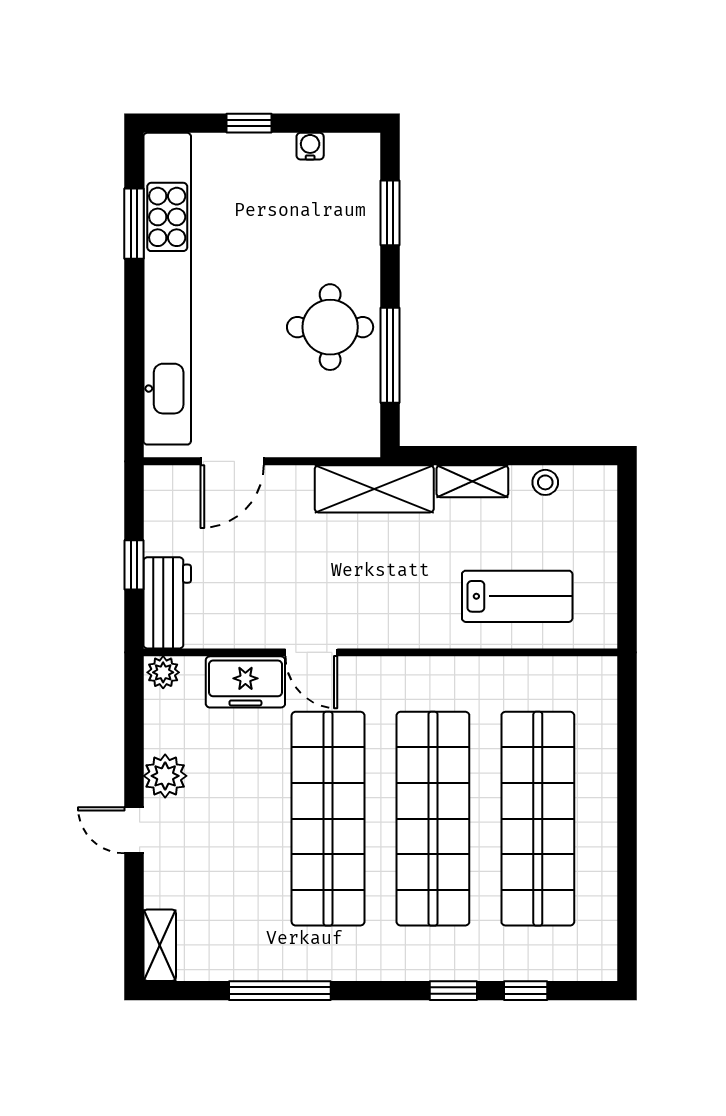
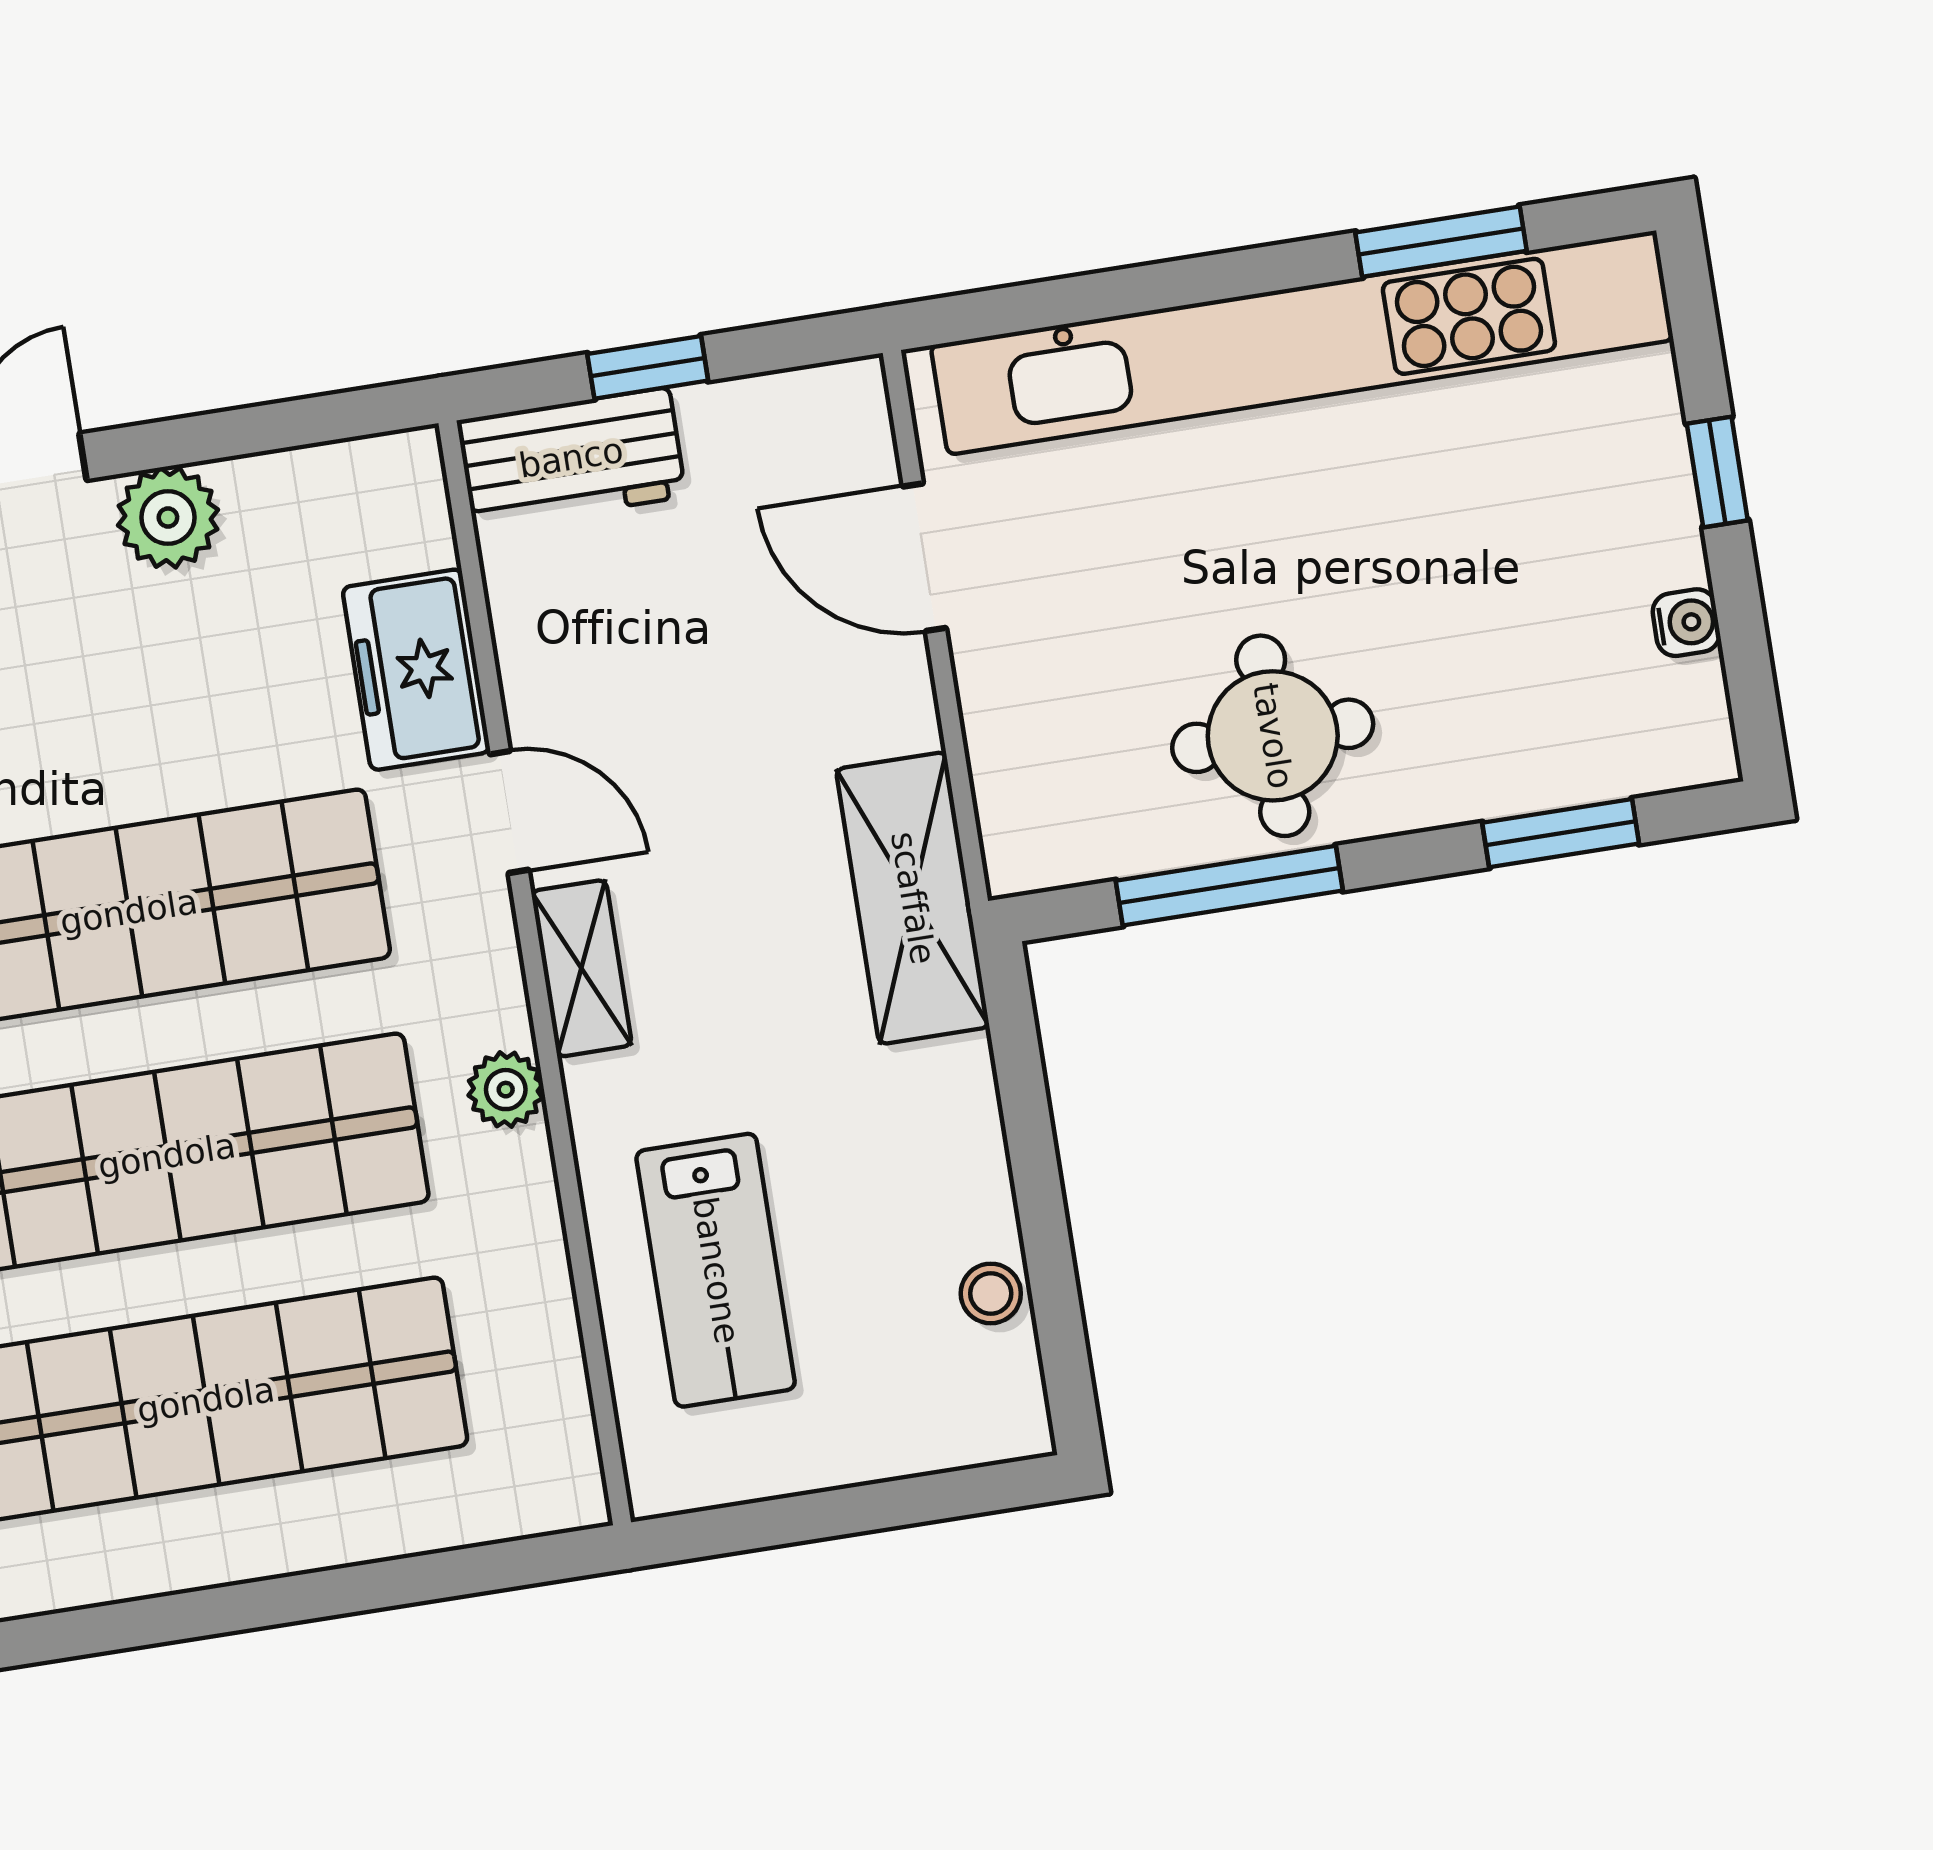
shelving: (472, 481) -> (581, 968), moved
door: (311, 652) -> (509, 812), swing flipped
plant: (163, 672) -> (506, 1090), moved

